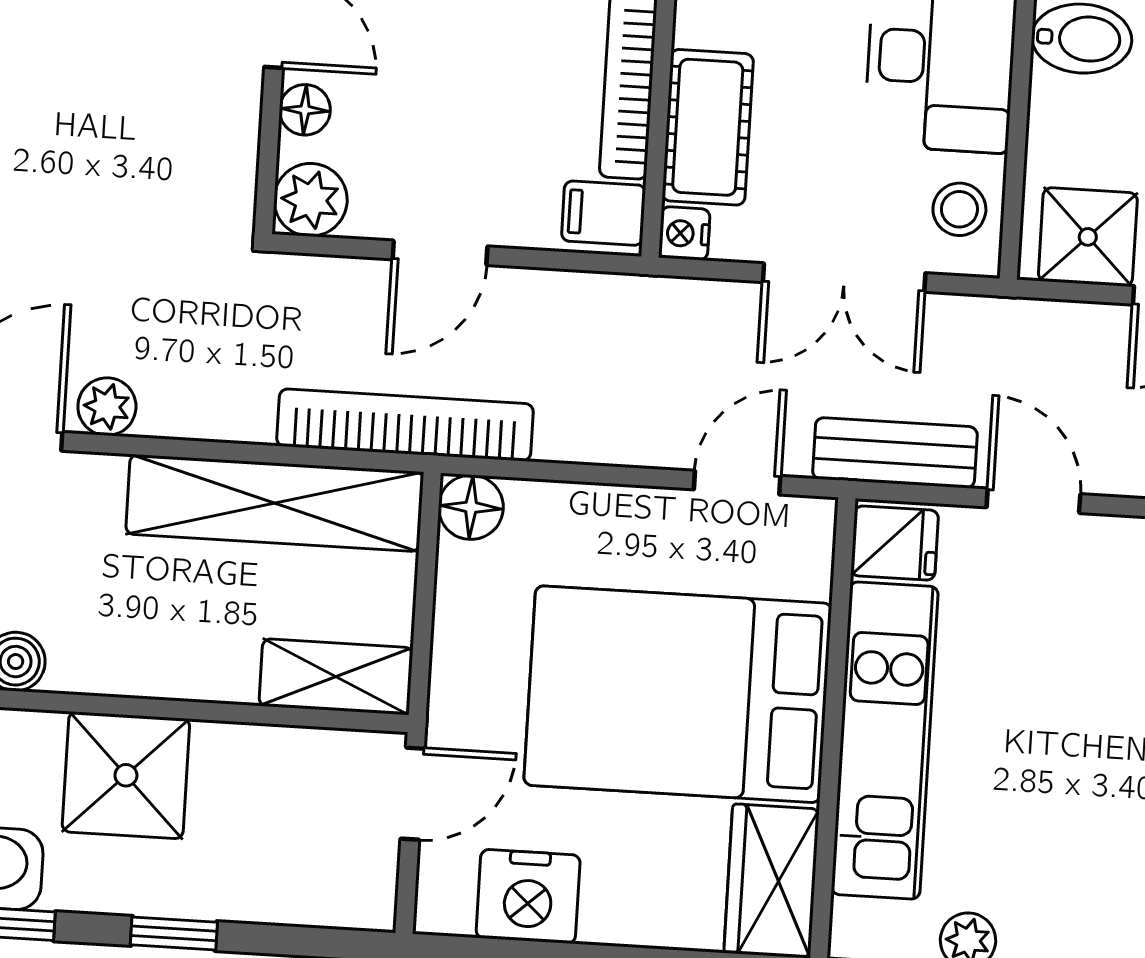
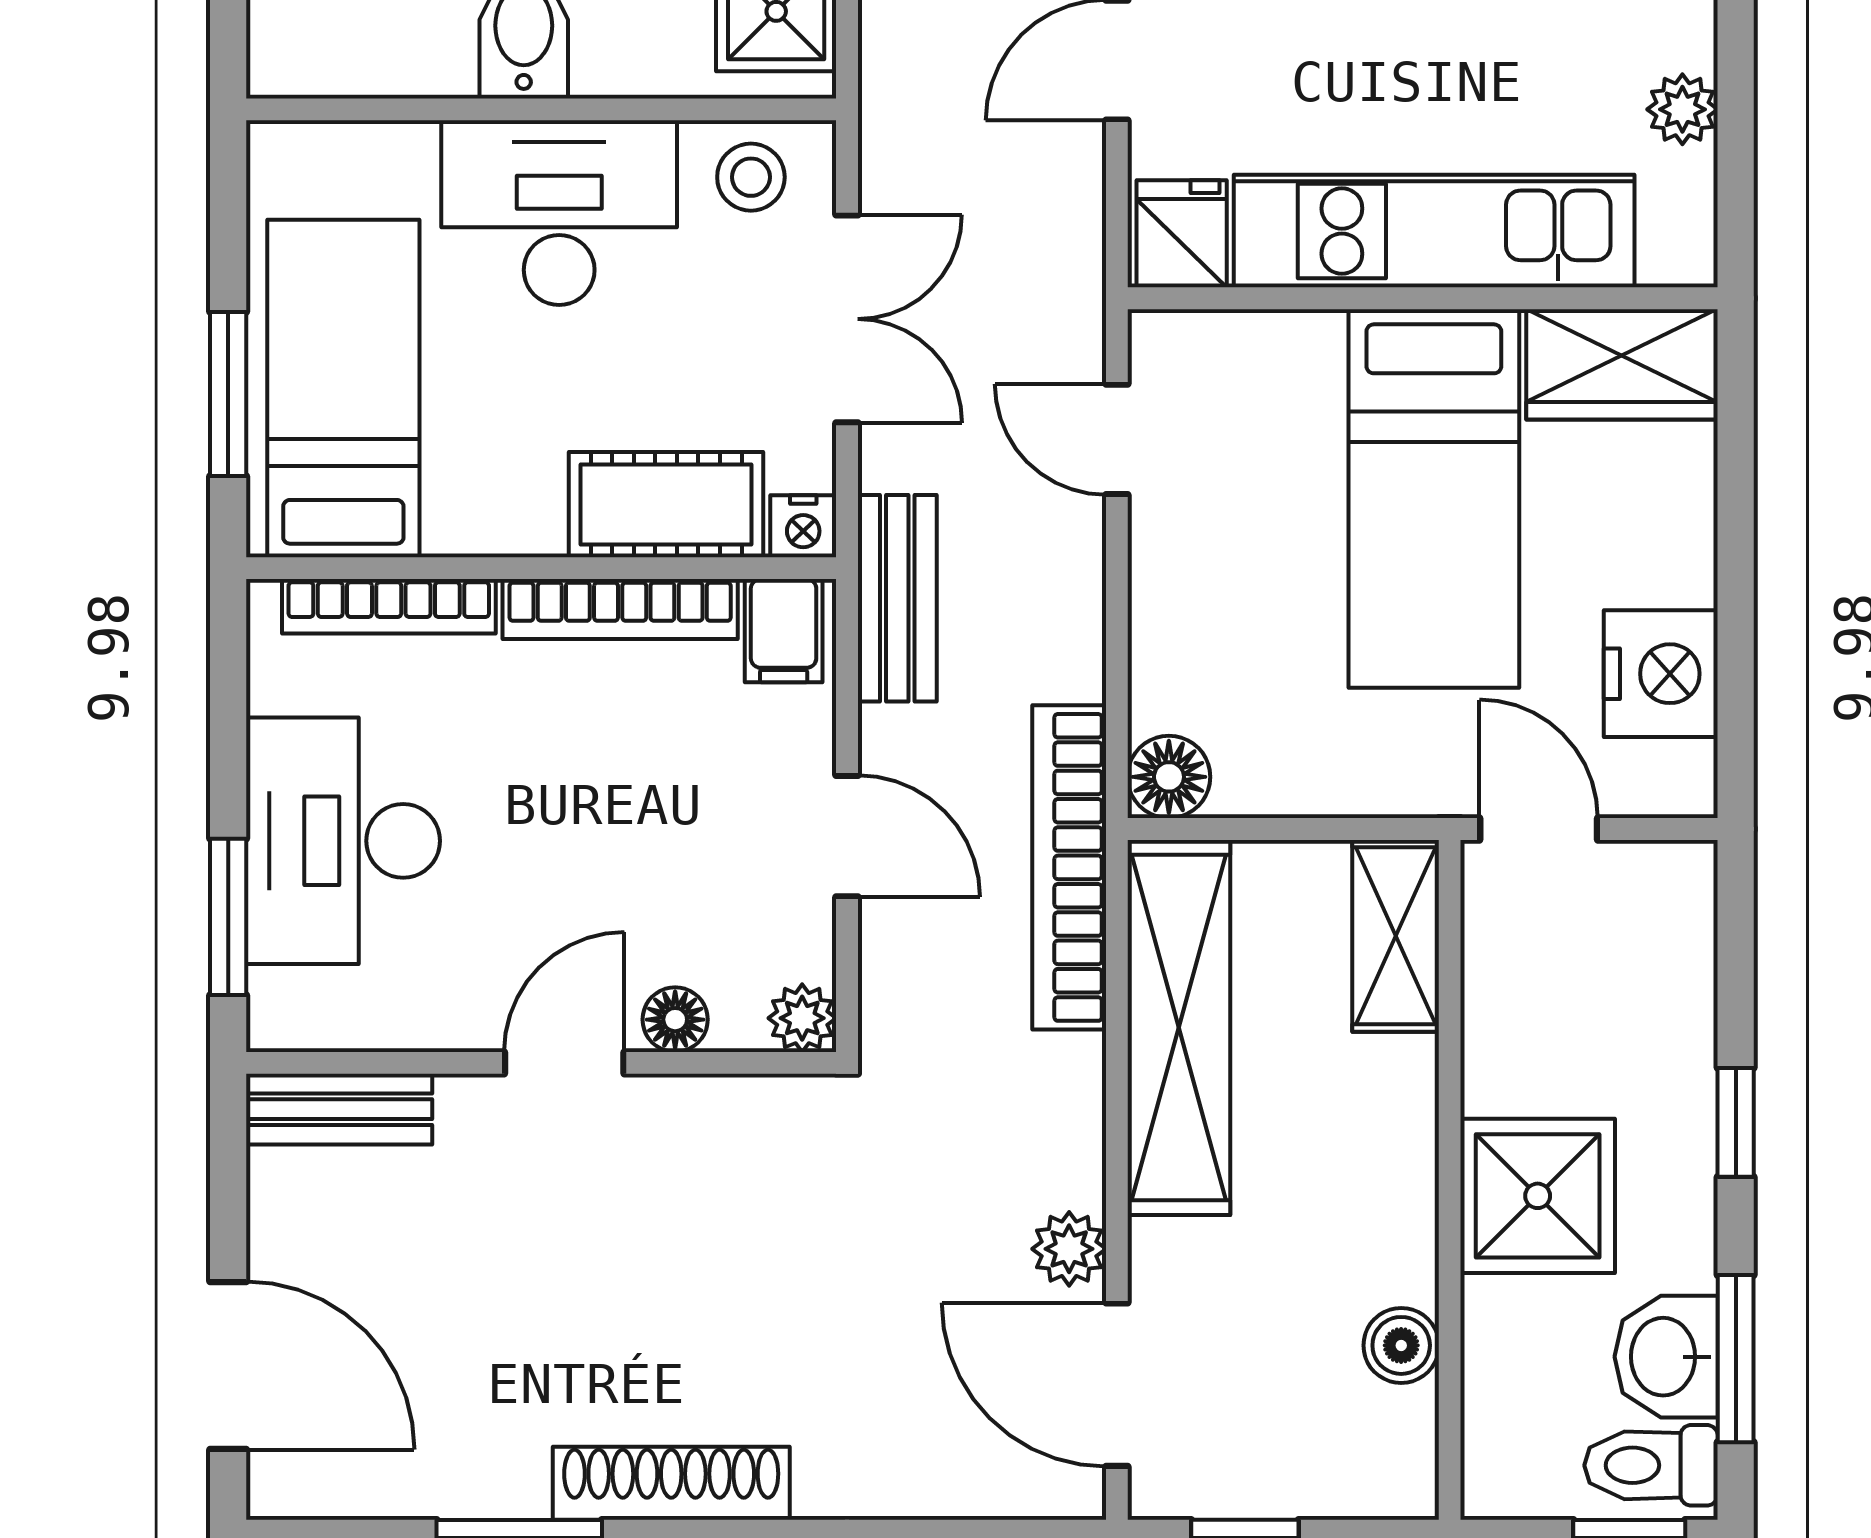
plant: (311, 200) -> (802, 1018), width x0.73, depth x0.73
bench: (895, 453) -> (897, 598), moved
bed: (678, 694) -> (1434, 498), width x0.67

